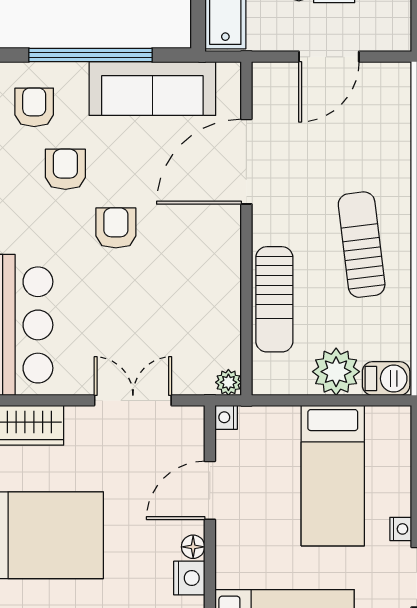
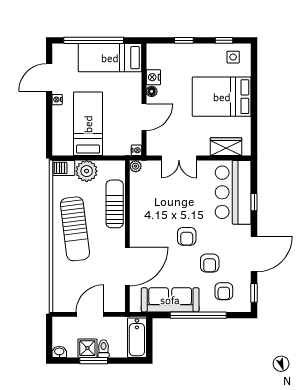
sun lounger: (362, 245) -> (75, 229), width x1.36, depth x1.34

